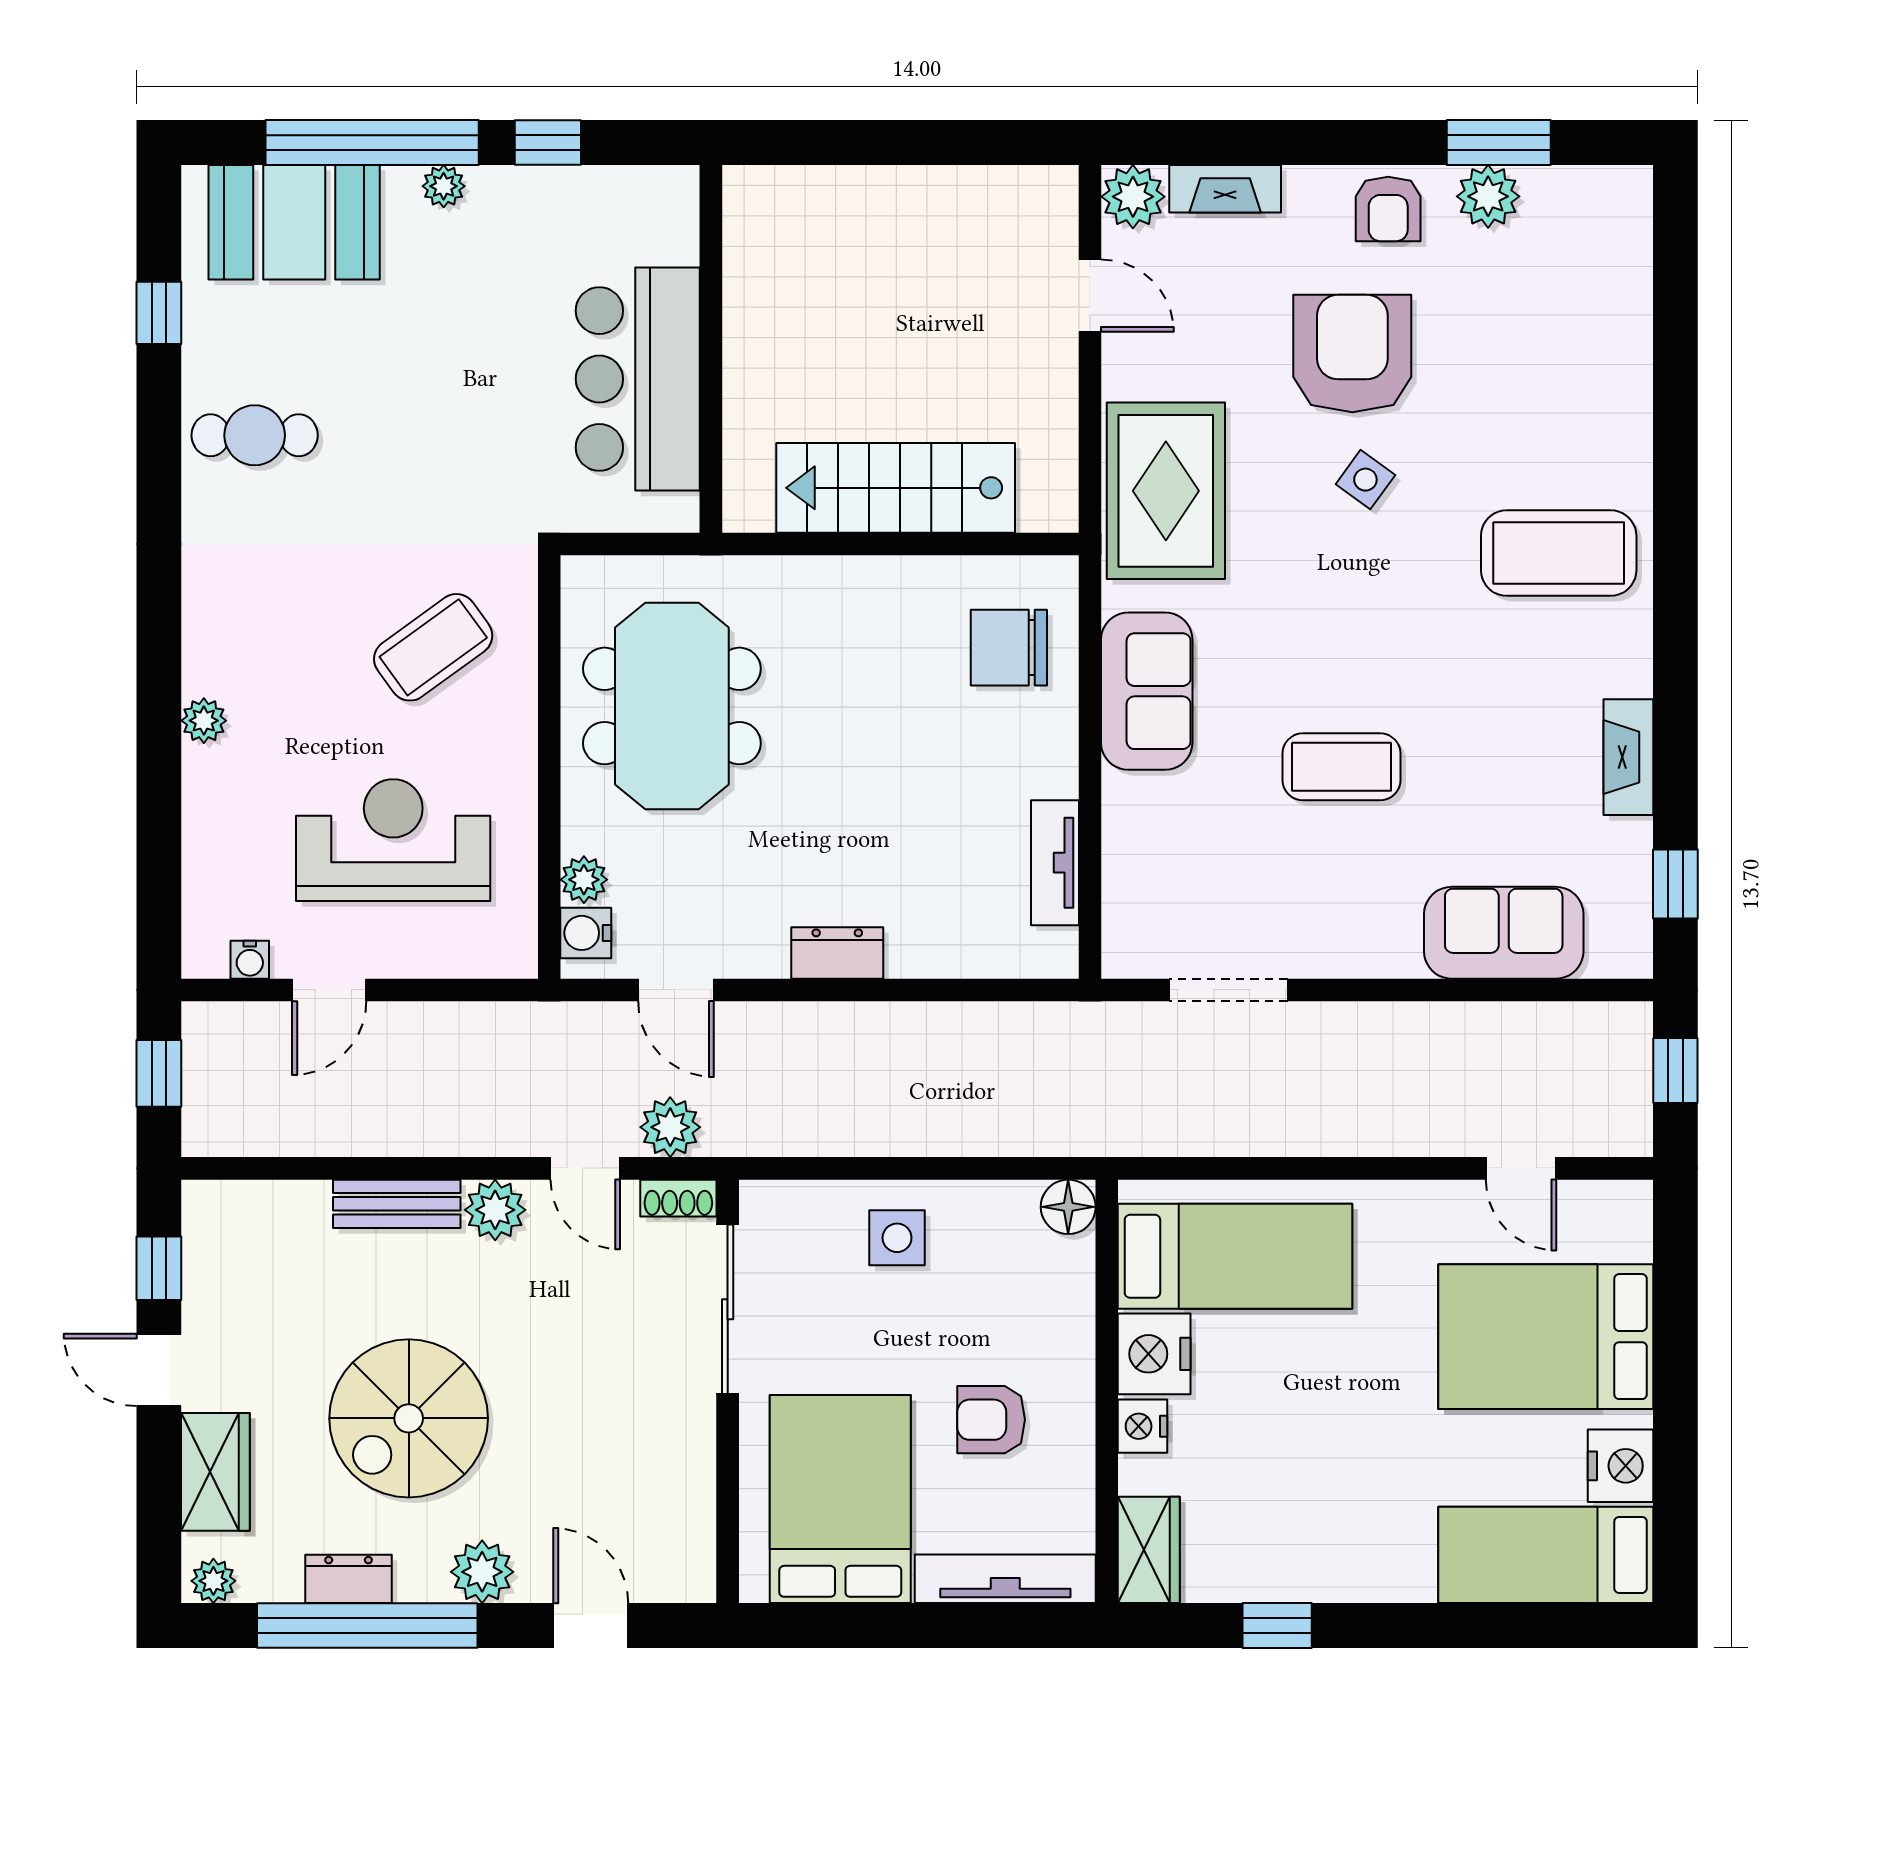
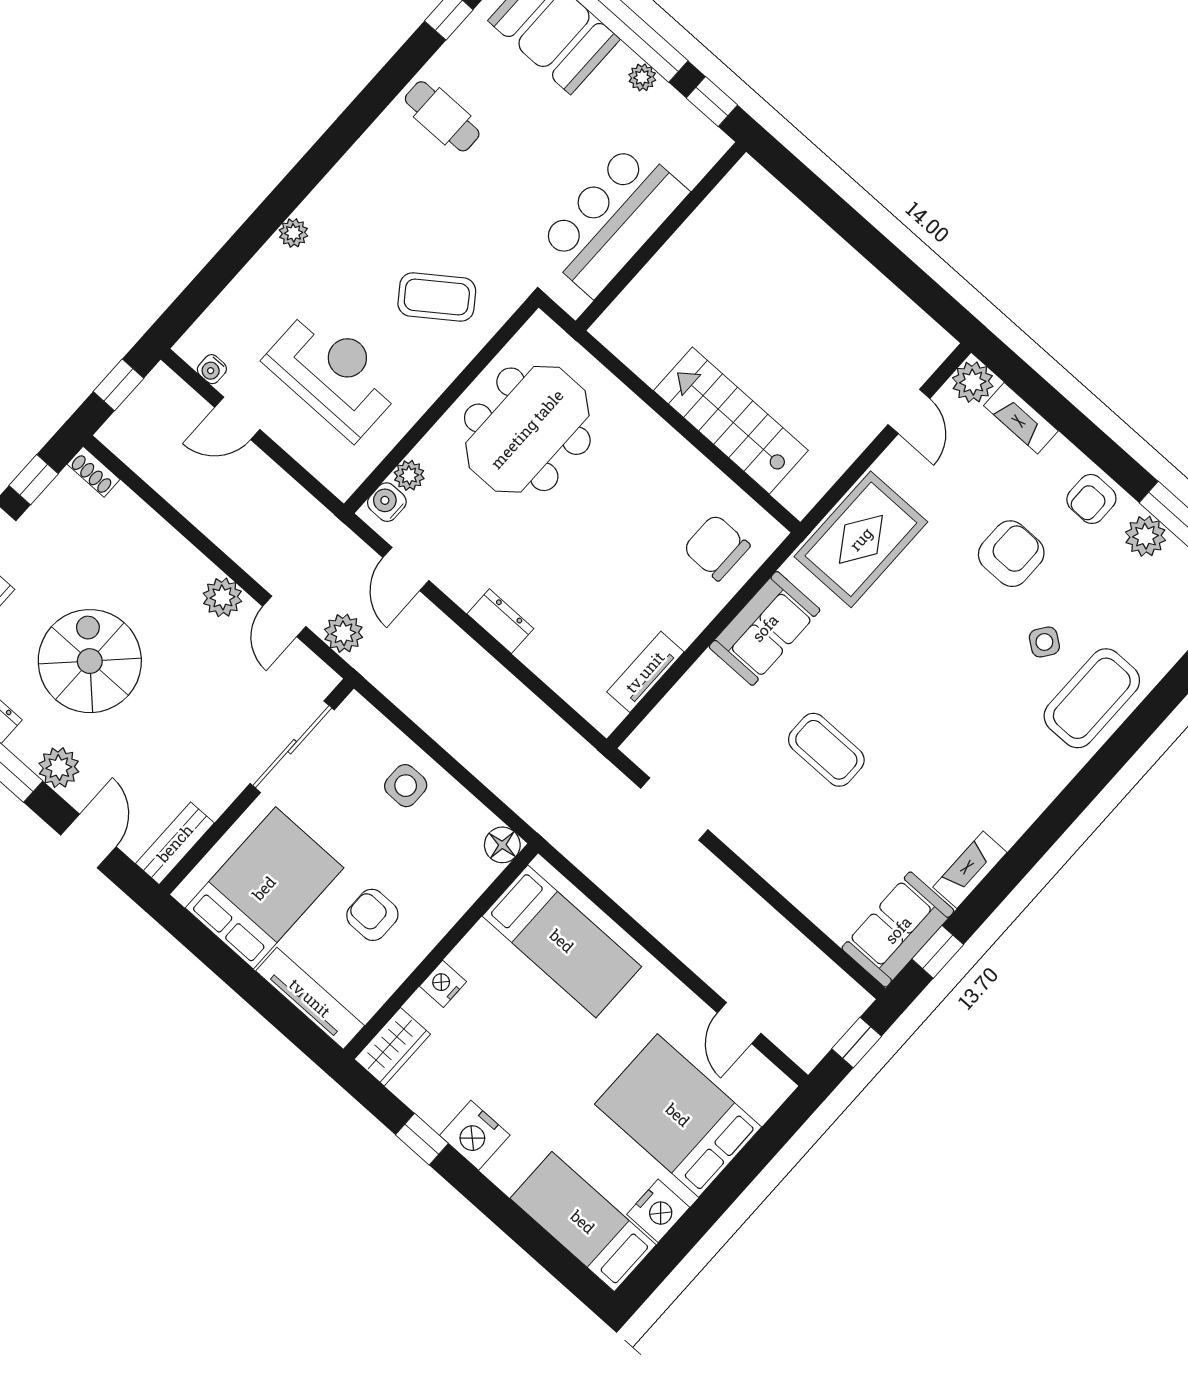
wall: (711, 349) -> (661, 236), moved
armchair: (1352, 353) -> (1011, 554), width x0.73, depth x0.73
bar counter: (638, 379) -> (612, 219), moved
side table: (1365, 480) -> (1044, 642), moved
coffee table: (1559, 553) -> (1092, 698), moved, turned 90
sofa: (1504, 933) -> (898, 930), moved, turned -90
shoe rack: (678, 1198) -> (94, 472), moved
bench: (397, 1204) -> (175, 843), moved, turned 90
nightstand: (1154, 1354) -> (475, 1135), moved, turned -90
spiral stairs: (409, 1418) -> (90, 661), turned 90

